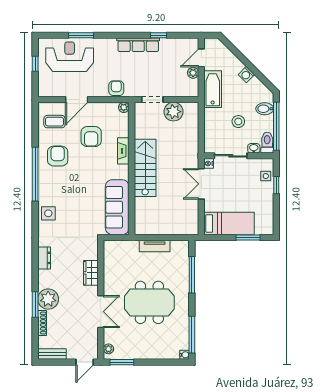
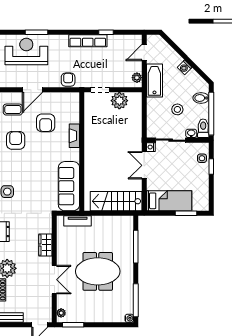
plant: (193, 73) -> (137, 78), moved
plant: (124, 107) -> (75, 97), removed
stairs: (145, 168) -> (116, 201), moved, turned -90
tv unit: (155, 246) -> (78, 221), moved

